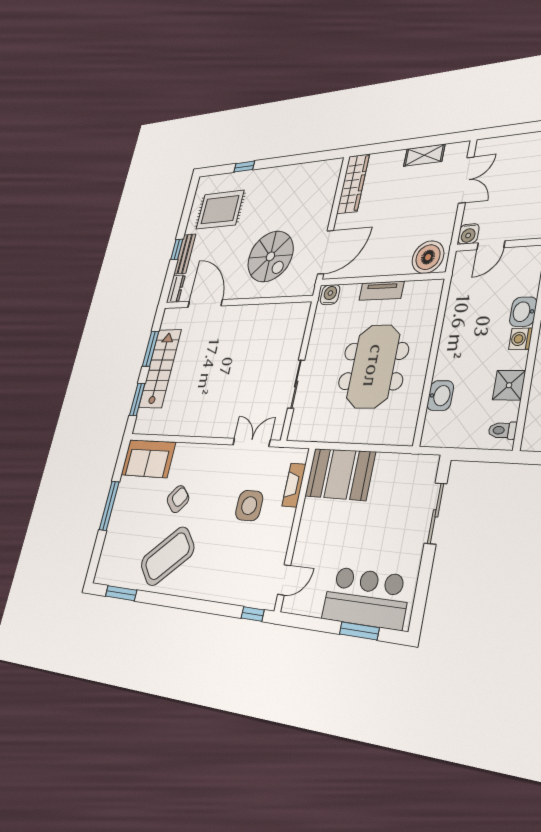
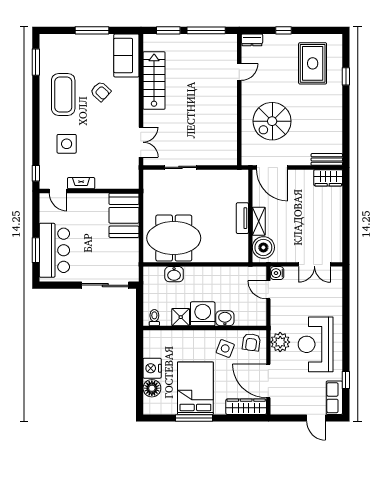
shelving: (424, 155) -> (259, 221), moved
wardrobe: (353, 184) -> (328, 178), width x0.67
bench: (185, 254) -> (327, 159), moved
water cooler: (330, 295) -> (241, 179), removed
door: (205, 304) -> (239, 72), width x0.53
washing machine: (521, 339) -> (203, 314), width x1.89, depth x1.89
window: (150, 349) -> (206, 30), width x1.44
meeting table: (373, 366) -> (174, 238), moved
stairs: (160, 368) -> (154, 81), moved, turned -90
fireplace: (294, 485) -> (81, 183), moved
side table: (249, 506) -> (67, 144), moved
sliding door: (436, 513) -> (105, 285), width x1.37
coffee table: (167, 556) -> (63, 94), turned 41

